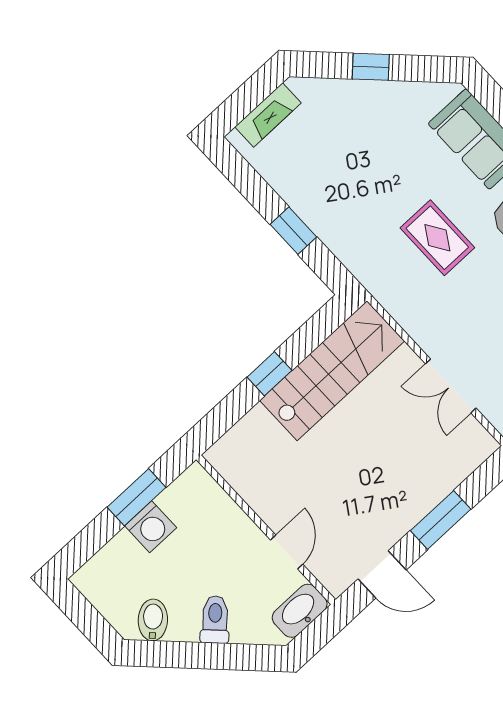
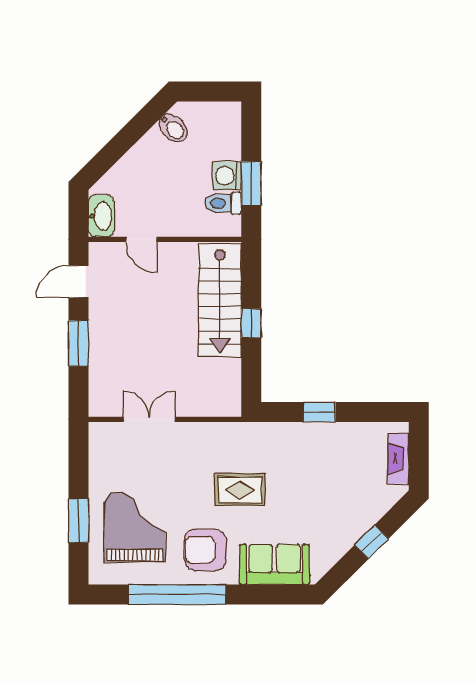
stairs: (332, 371) -> (220, 300), moved
toilet: (215, 620) -> (223, 203), moved, turned 135

